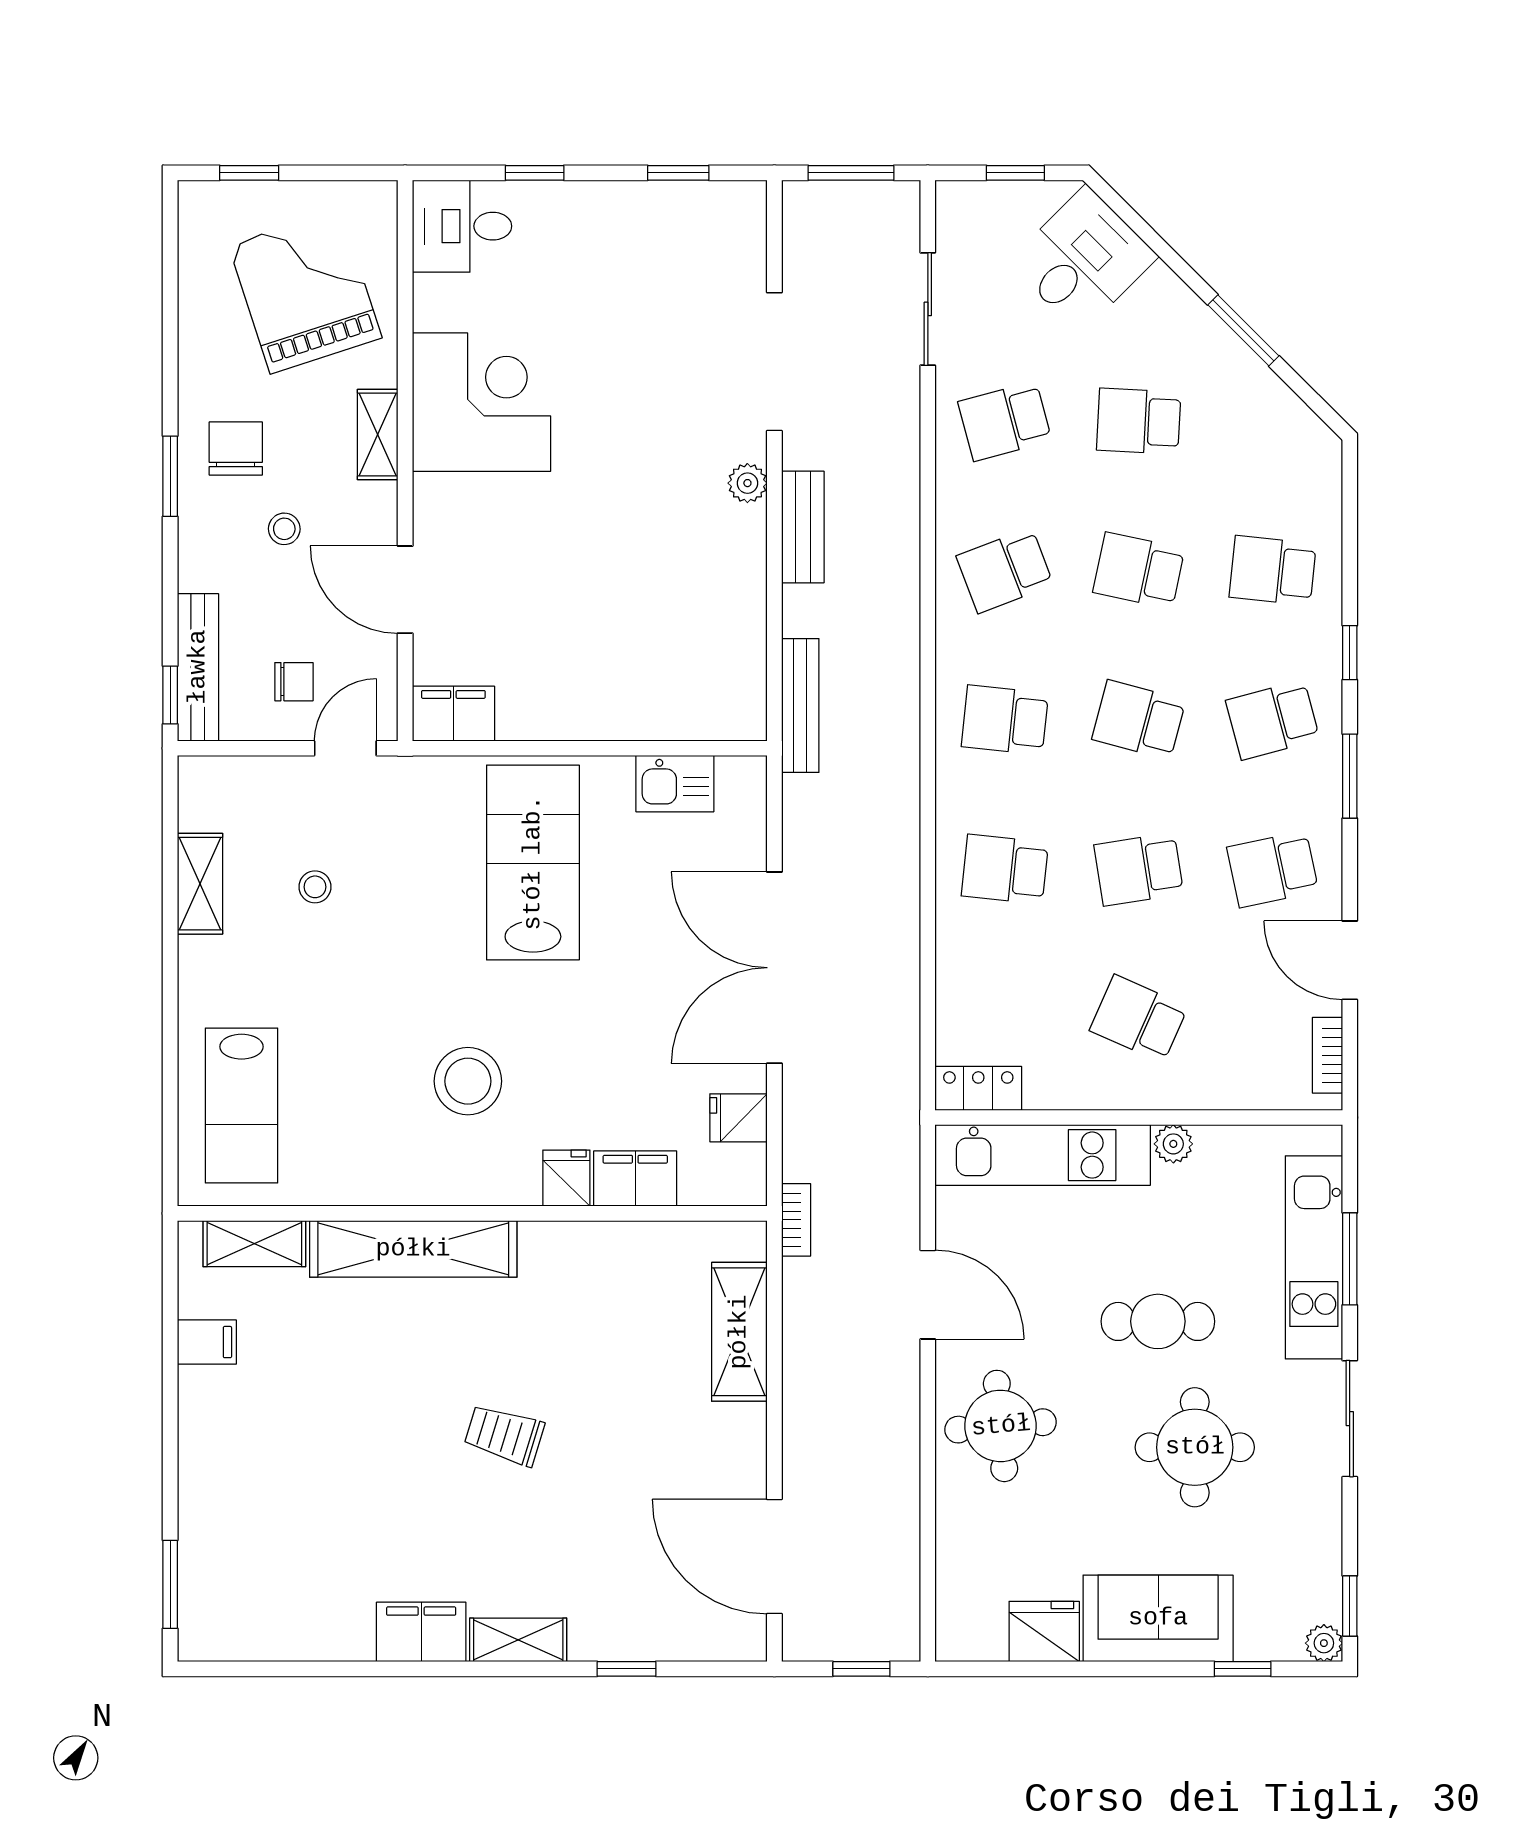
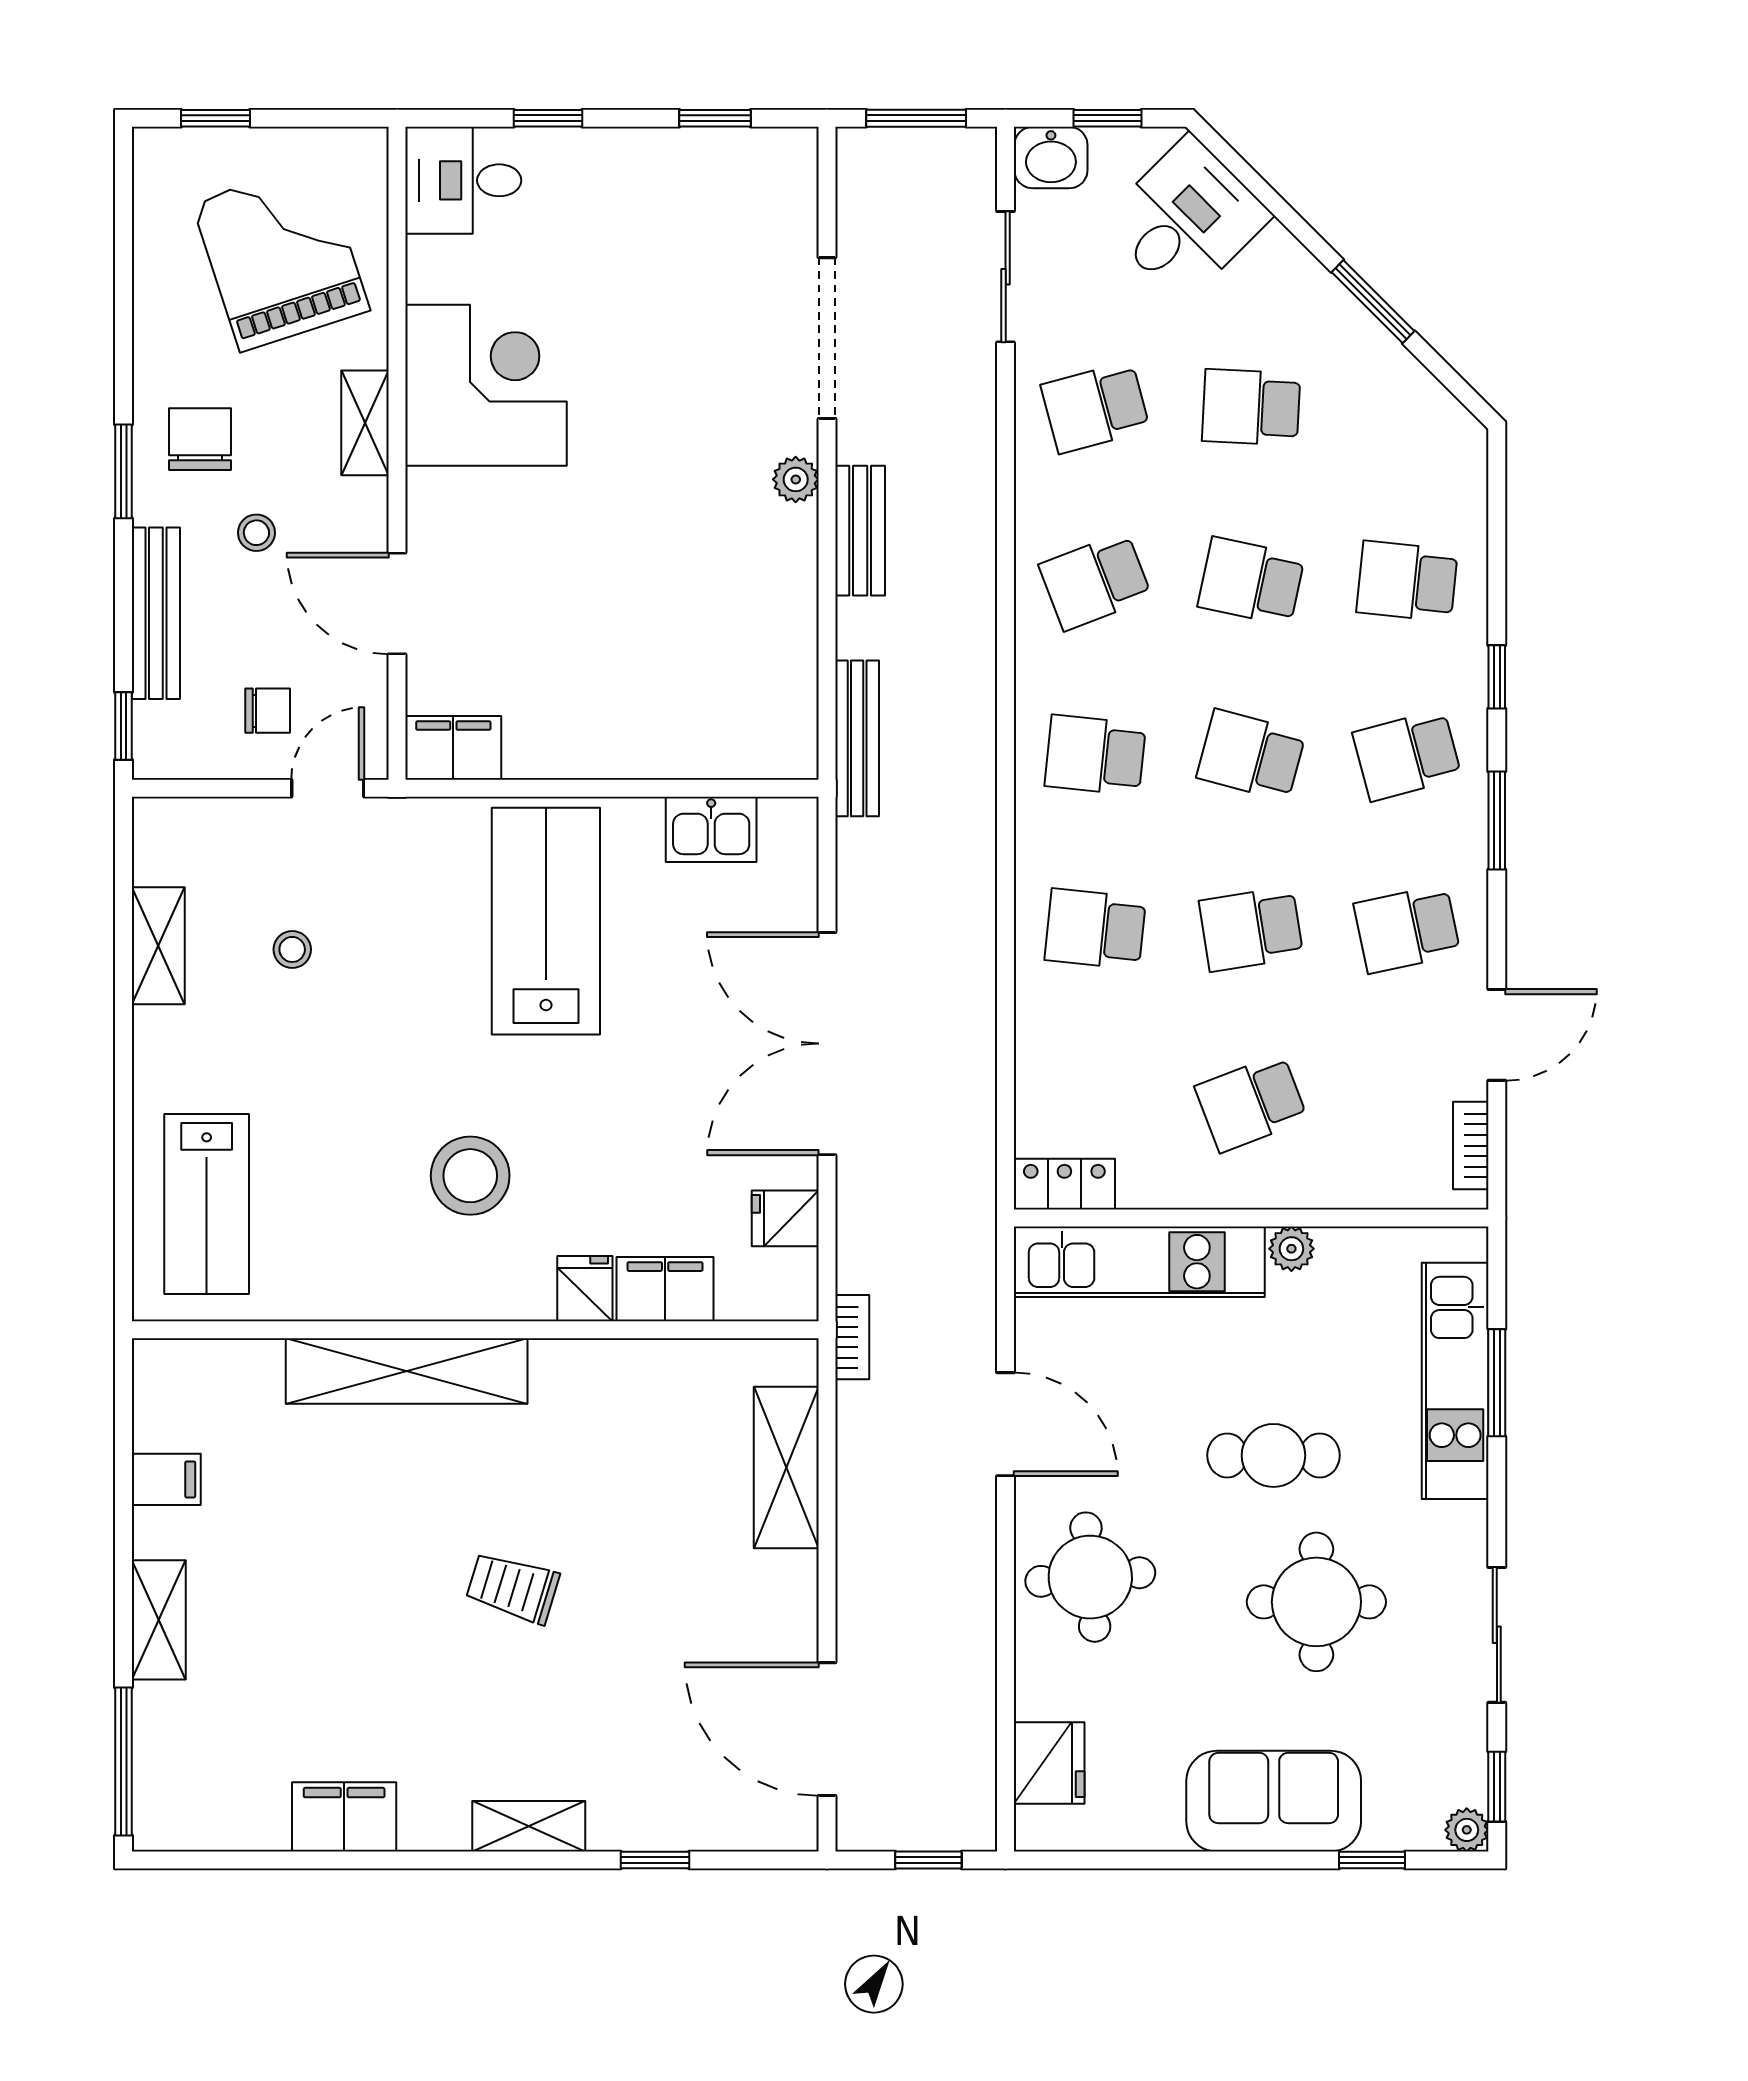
washbasin: (967, 207) -> (1051, 158), added
bench: (198, 667) -> (156, 613), moved
door: (1350, 960) -> (1497, 1035), swing flipped
school desk: (1139, 1019) -> (1251, 1103), turned -45
shelving: (254, 1244) -> (159, 1620), moved, turned 90
sliding door: (1350, 1419) -> (1497, 1635), moved
window: (170, 1584) -> (124, 1761), width x1.44
filing cabinet: (421, 1632) -> (344, 1817), moved
fridge: (1044, 1632) -> (1049, 1763), moved, turned 90

